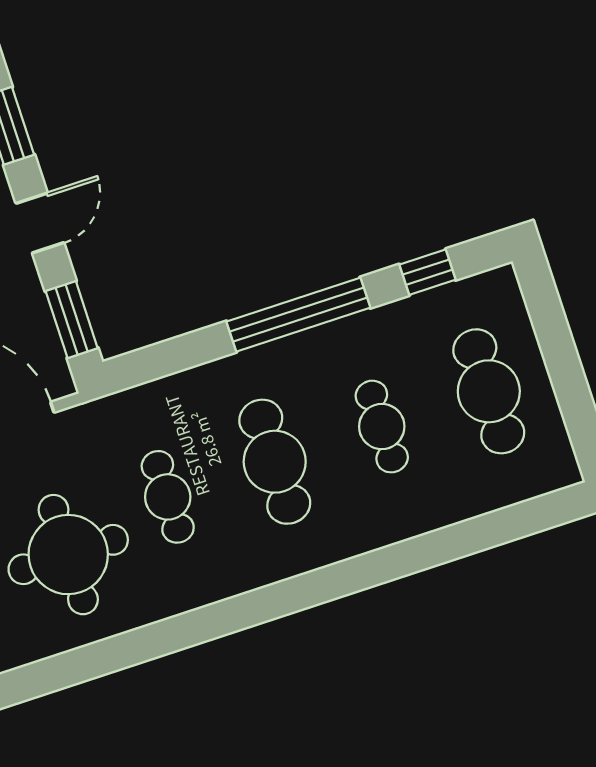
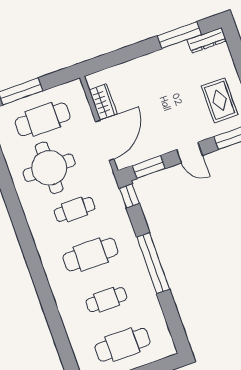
window: (428, 272) -> (129, 196), moved

